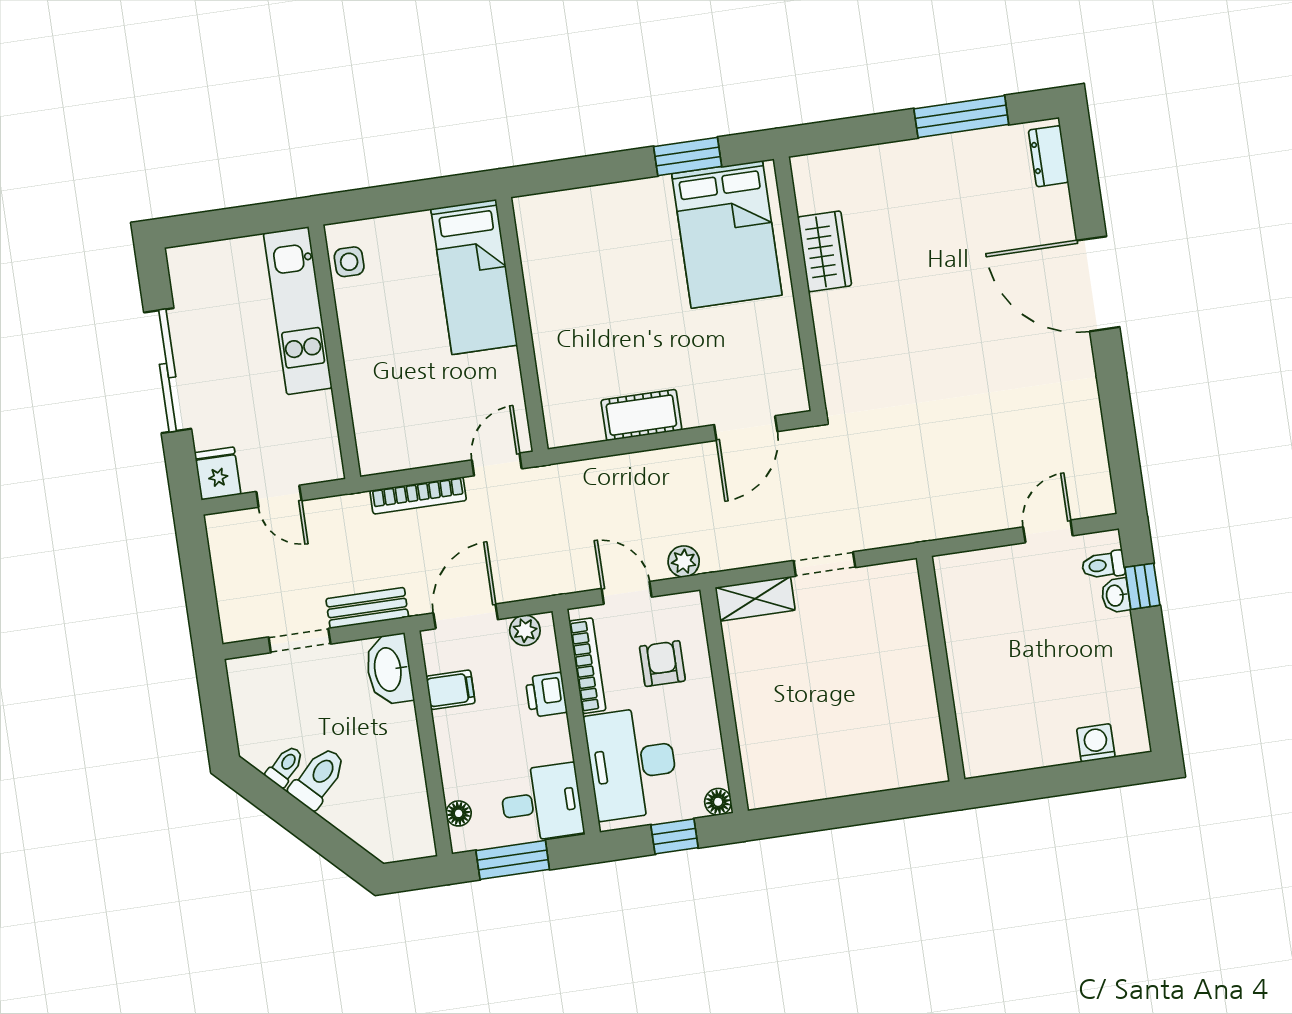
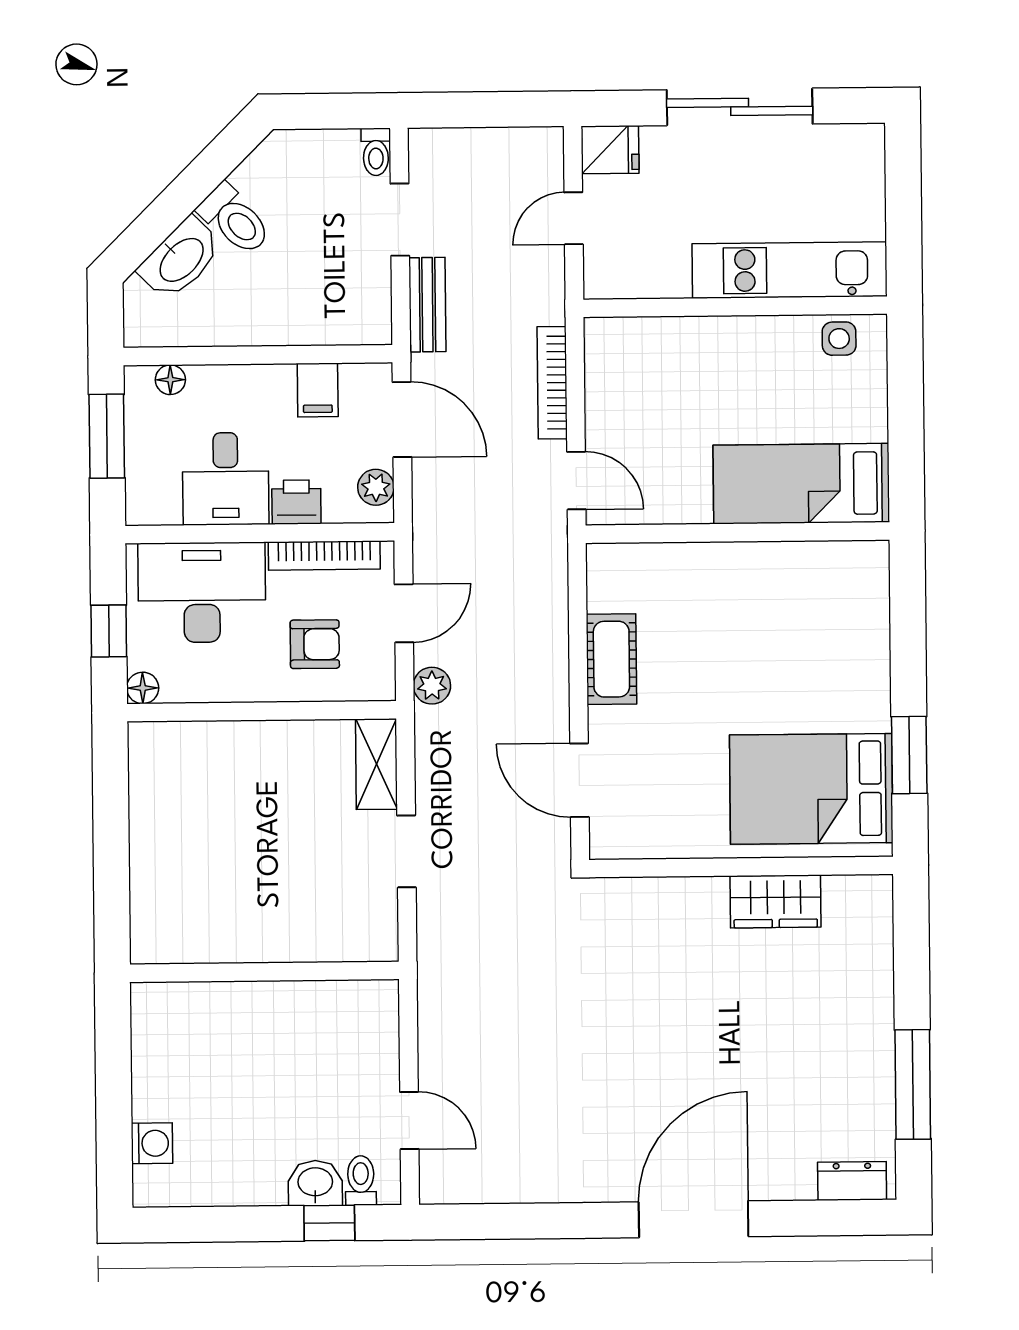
washbasin: (1116, 596) -> (315, 1183), width x1.38, depth x1.45
washbasin: (389, 669) -> (181, 259), moved, turned 135
toilet: (285, 766) -> (376, 152), moved, turned 45
desk: (542, 803) -> (226, 479), moved

